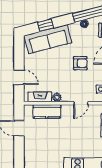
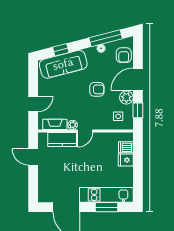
door: (19, 77) -> (33, 104), hinge flipped
door: (81, 103) -> (85, 131), moved

